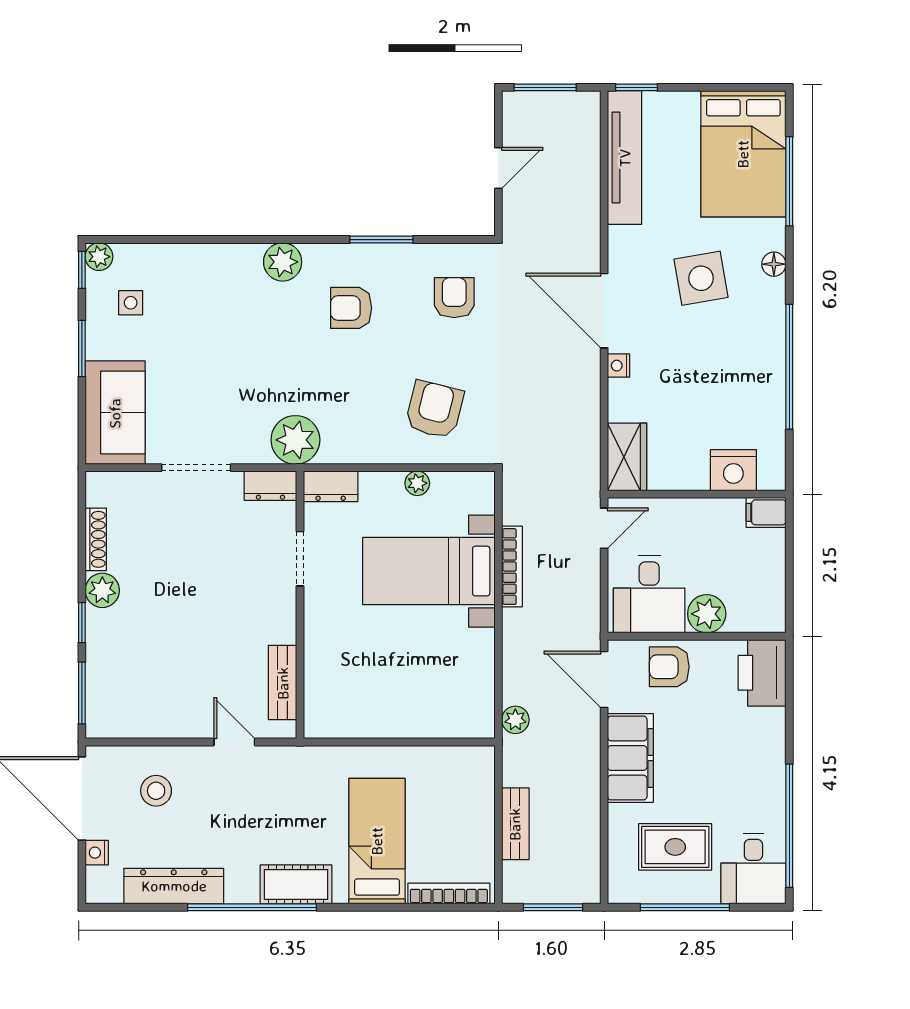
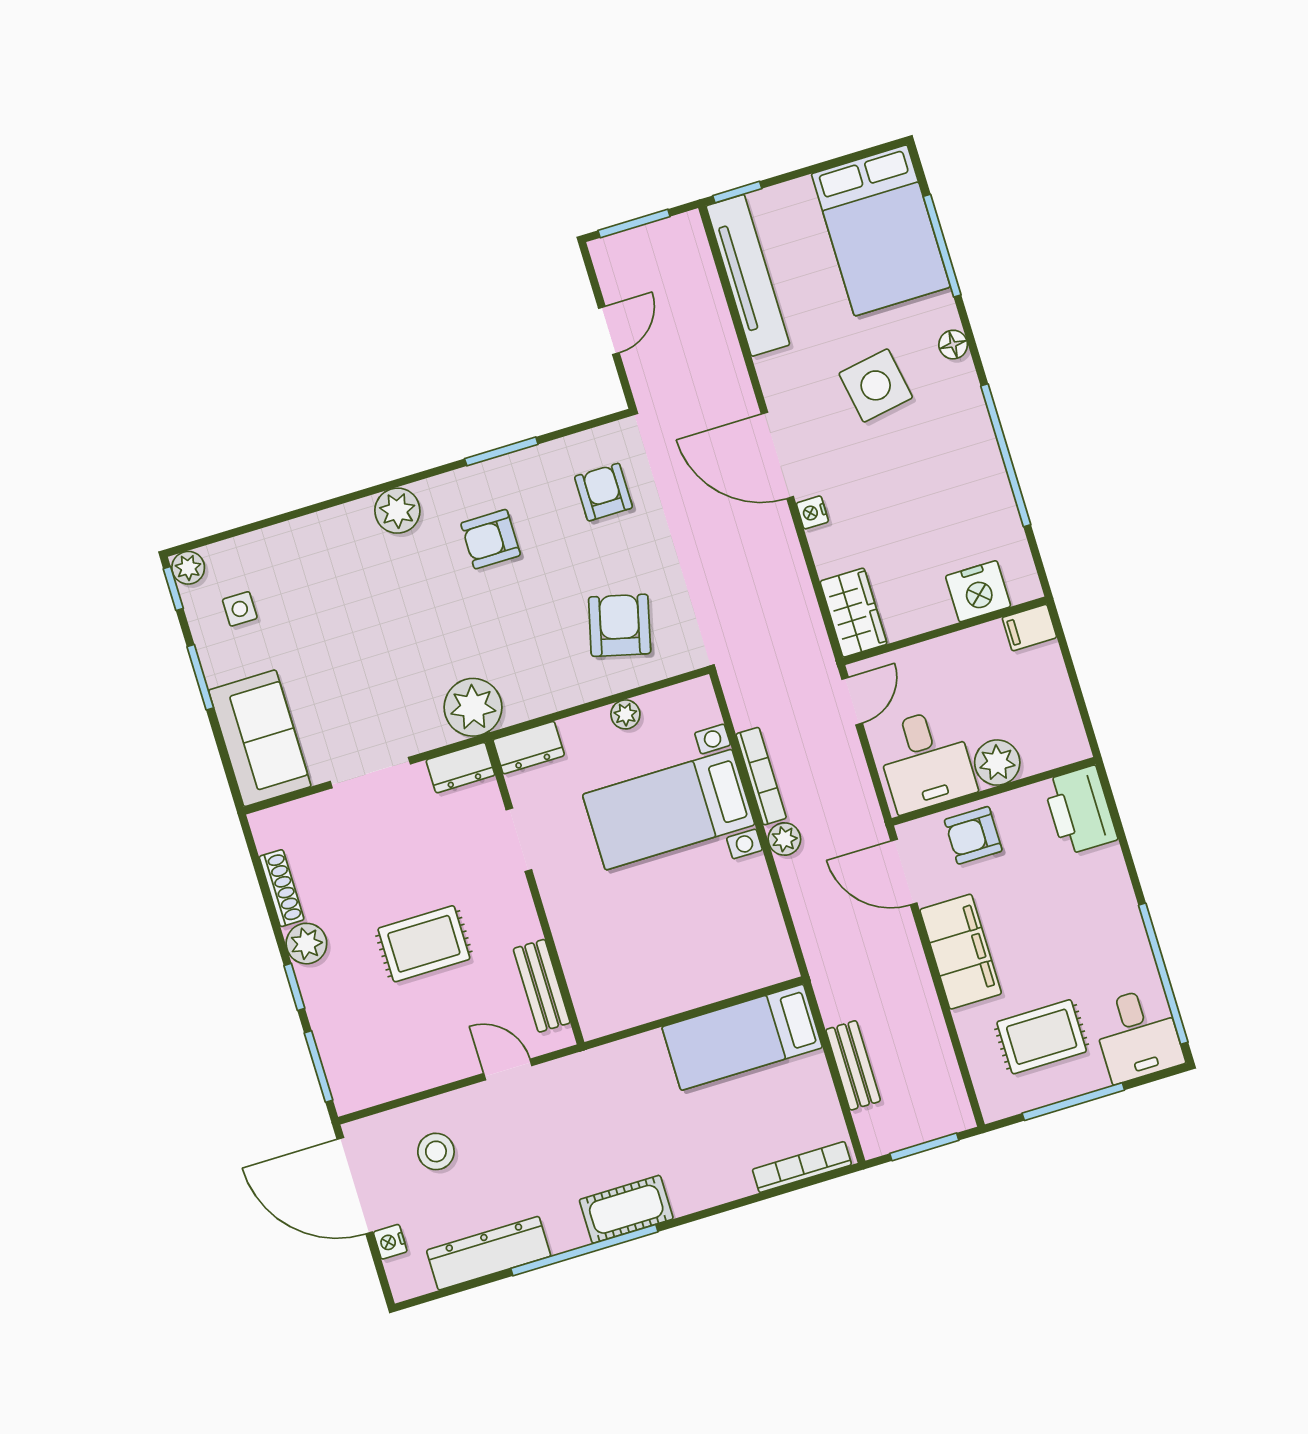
rug: (197, 619) -> (424, 944), added
plant: (515, 720) -> (784, 839), moved
bed: (377, 841) -> (742, 1037), moved, turned -90

